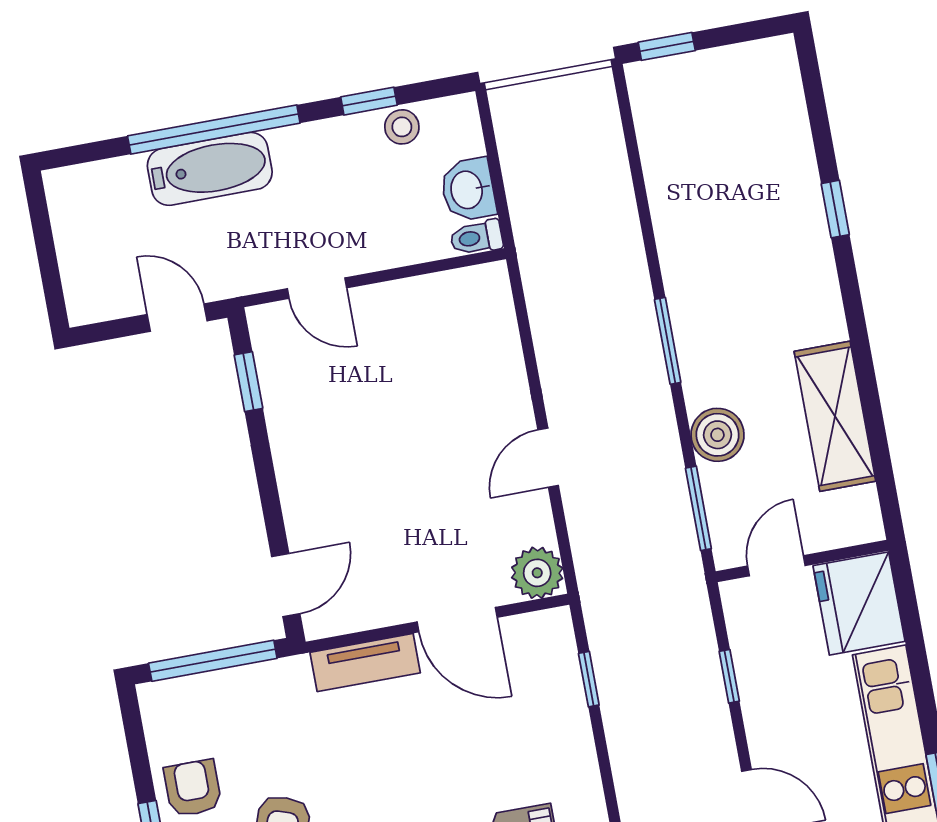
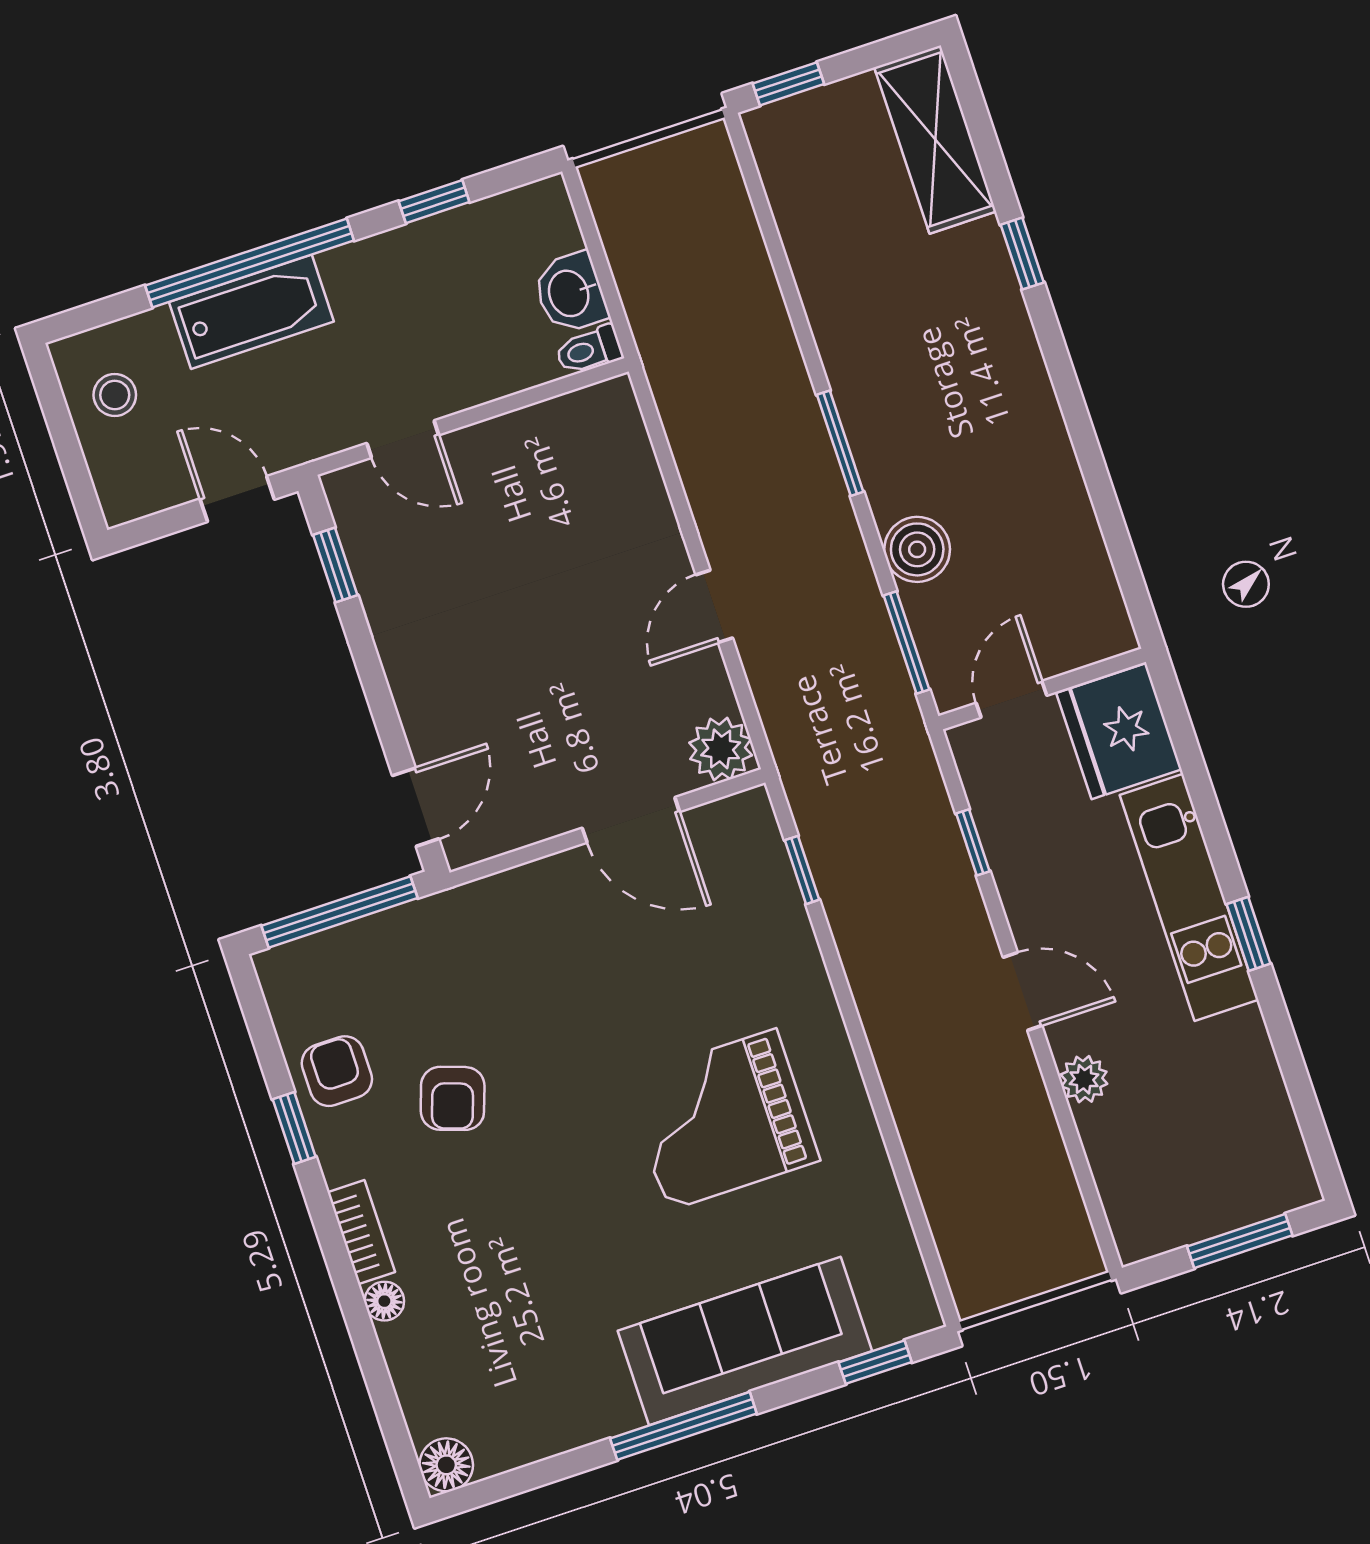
stool: (402, 127) -> (115, 395), moved
shelving: (835, 416) -> (935, 139), moved
tv unit: (365, 663) -> (526, 888), removed

